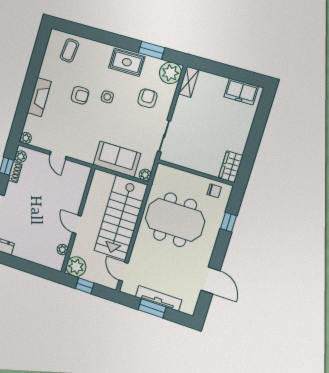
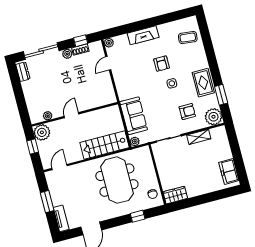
shelving: (189, 82) -> (199, 137), moved
door: (58, 155) -> (108, 63), moved
plant: (21, 157) -> (67, 54), moved
stairs: (121, 218) -> (105, 145), width x0.73, depth x0.66
tv unit: (158, 298) -> (61, 218), moved, width x0.71

